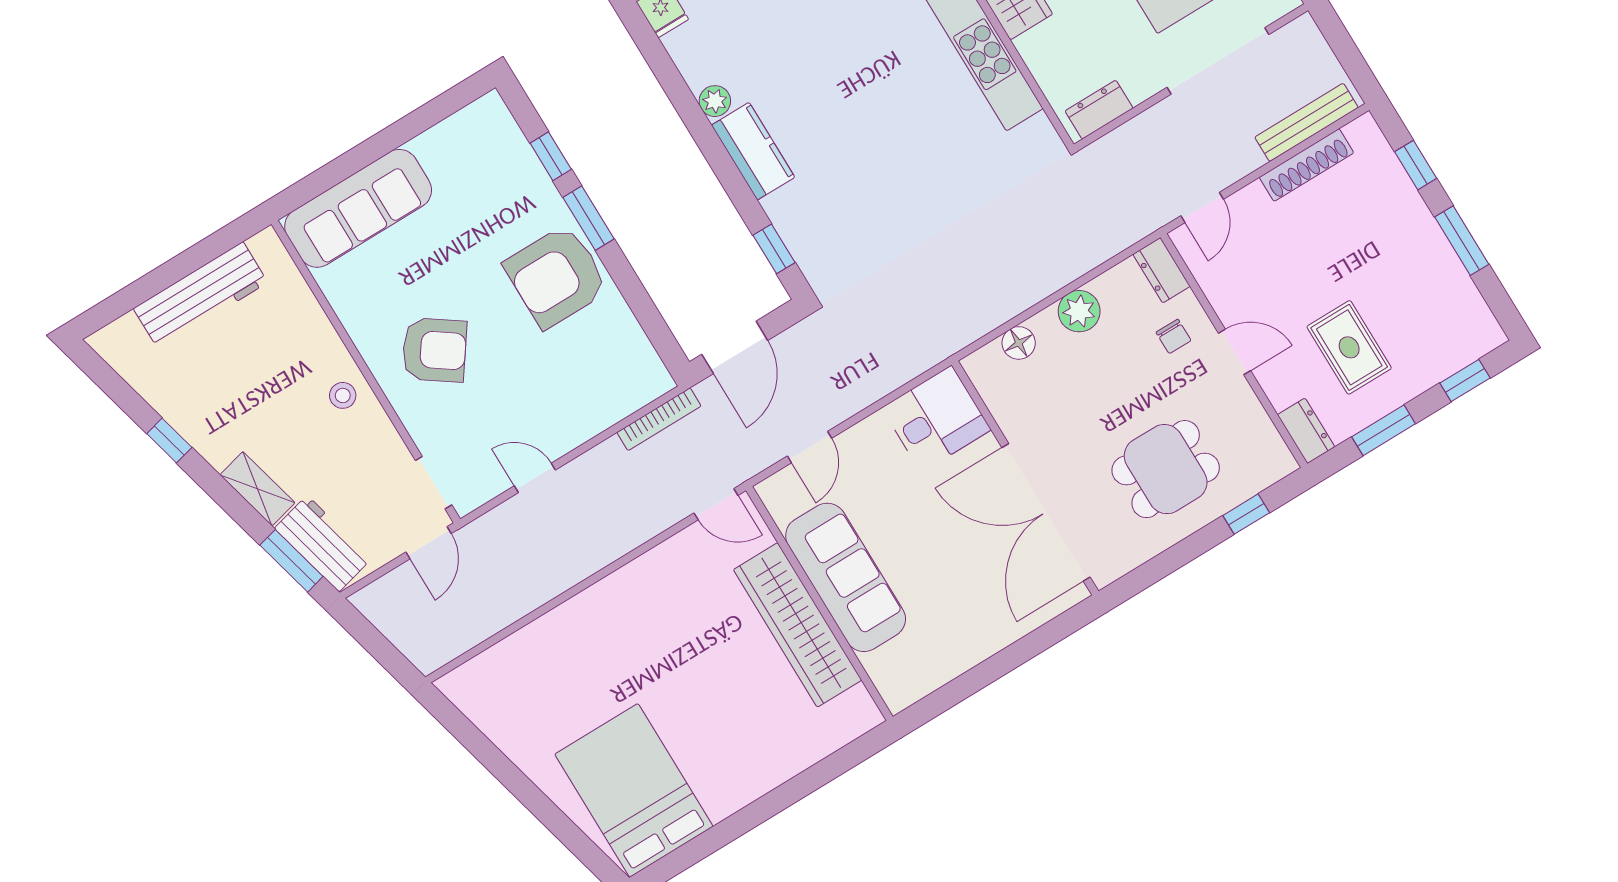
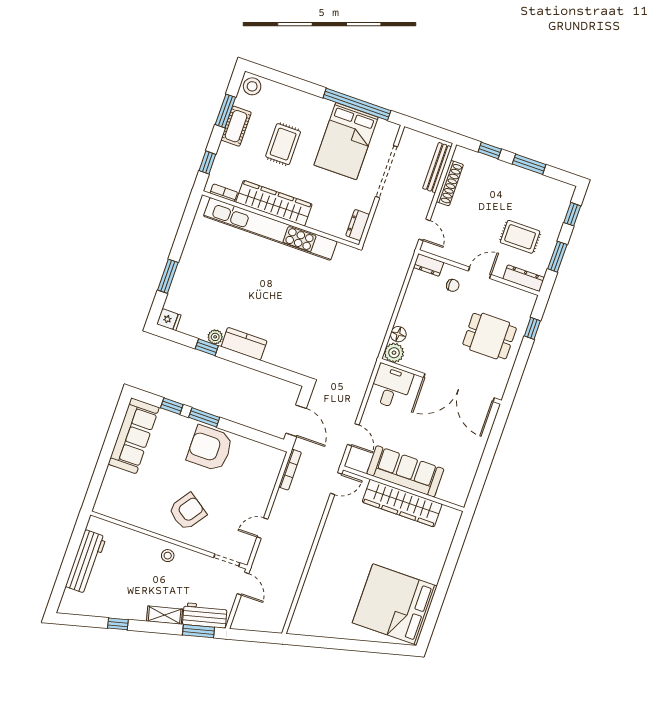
sofa: (358, 208) -> (134, 436), moved
window: (774, 249) -> (207, 347), moved
armchair: (556, 276) -> (210, 448), turned 90
plant: (1079, 311) -> (394, 353), moved
dresser: (1306, 431) -> (524, 278), width x1.44
dining table: (1166, 469) -> (490, 336), turned 90
bed: (634, 790) -> (395, 604), width x1.36

